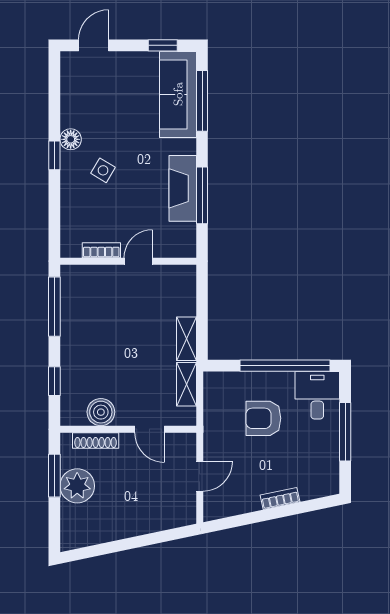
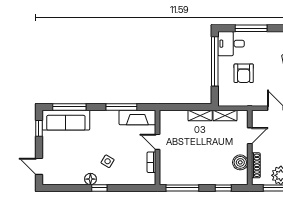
fireplace: (183, 188) -> (137, 117), moved

